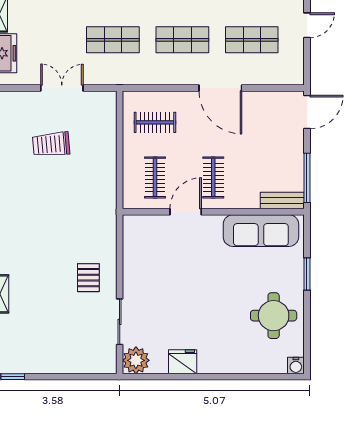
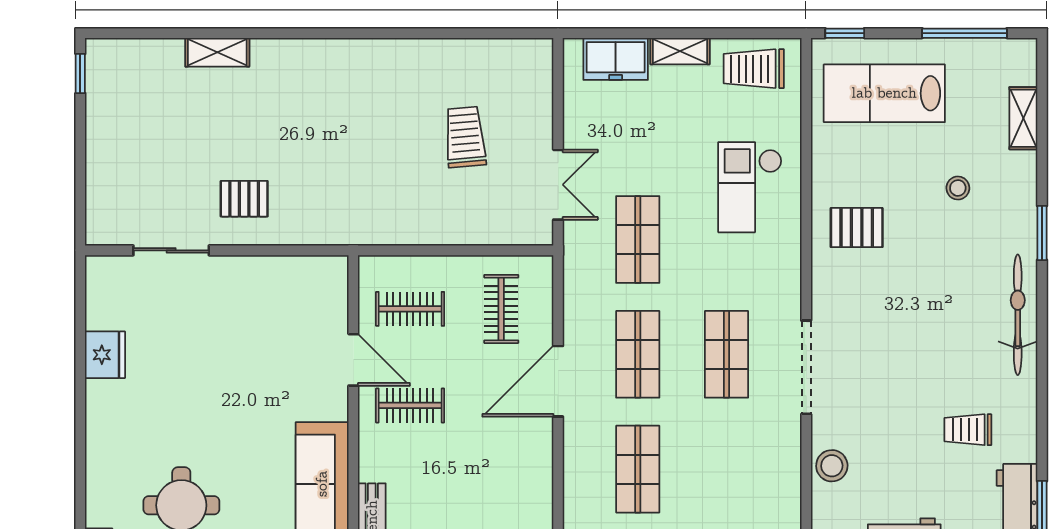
double door: (62, 88) -> (558, 185), moved
door: (220, 88) -> (558, 381), moved
plant: (136, 360) -> (107, 277), removed

